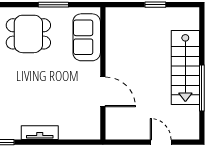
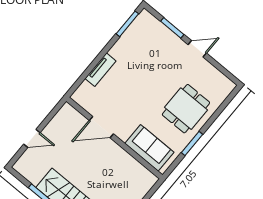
tv unit: (40, 133) -> (100, 70), moved

